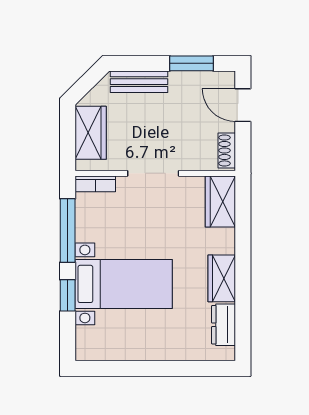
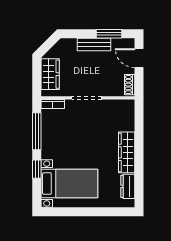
bench: (139, 82) -> (94, 44), moved
wardrobe: (220, 202) -> (126, 114), removed
wardrobe: (222, 278) -> (127, 152), width x1.50
bed with nightstands: (124, 284) -> (69, 184), moved

